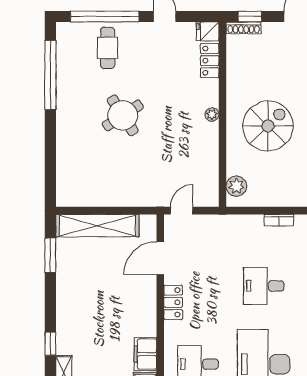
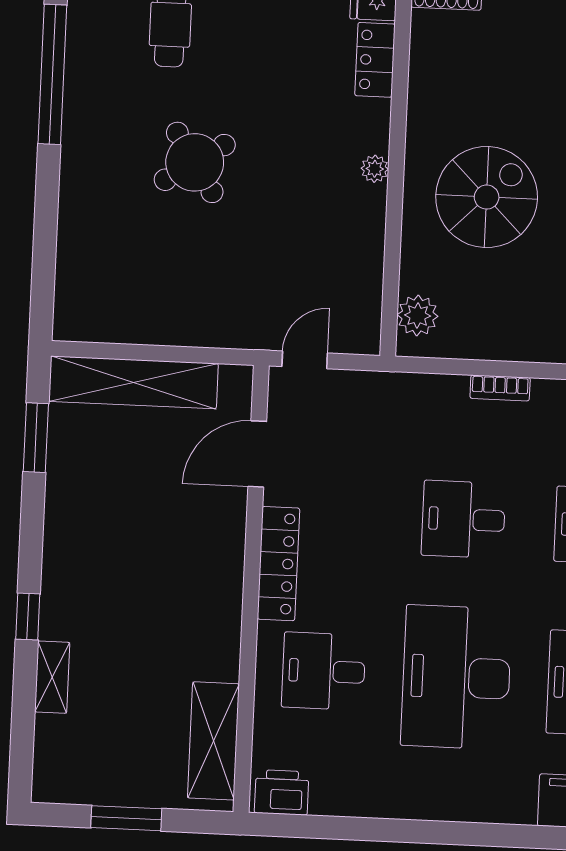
locker: (173, 302) -> (278, 564), width x1.53
filing cabinet: (145, 354) -> (219, 646), removed

